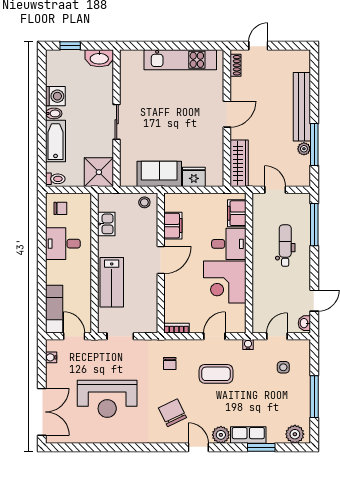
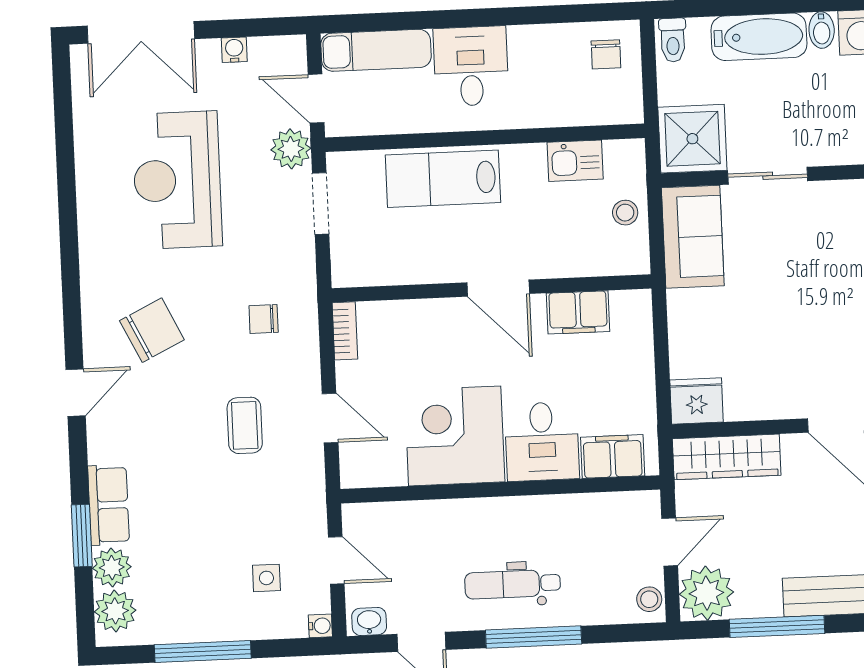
sliding door: (117, 122) -> (768, 176), moved
plant: (304, 149) -> (706, 593), moved, width x1.87, depth x1.87
sofa: (159, 174) -> (693, 237), moved
fridge: (194, 177) -> (697, 401), moved, turned -90
stool: (300, 200) -> (649, 599), added
stool: (144, 202) -> (625, 213), moved
window: (314, 225) -> (534, 637), moved
desk: (63, 244) -> (471, 66), moved
dental chair: (285, 246) -> (513, 584), moved, turned 180
door: (74, 336) -> (316, 99), swing flipped
water cooler: (248, 345) -> (320, 626), moved
plant: (96, 348) -> (291, 149), added
water cooler: (51, 357) -> (234, 50), moved
coffee table: (216, 374) -> (245, 425), width x0.73, depth x0.77
plant: (221, 435) -> (112, 567), moved

